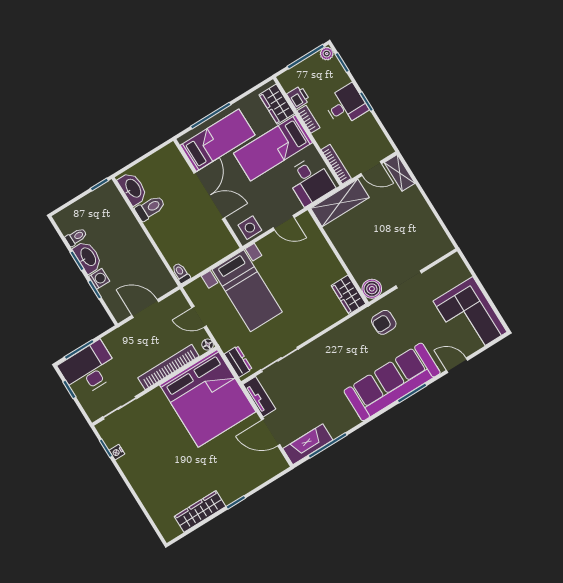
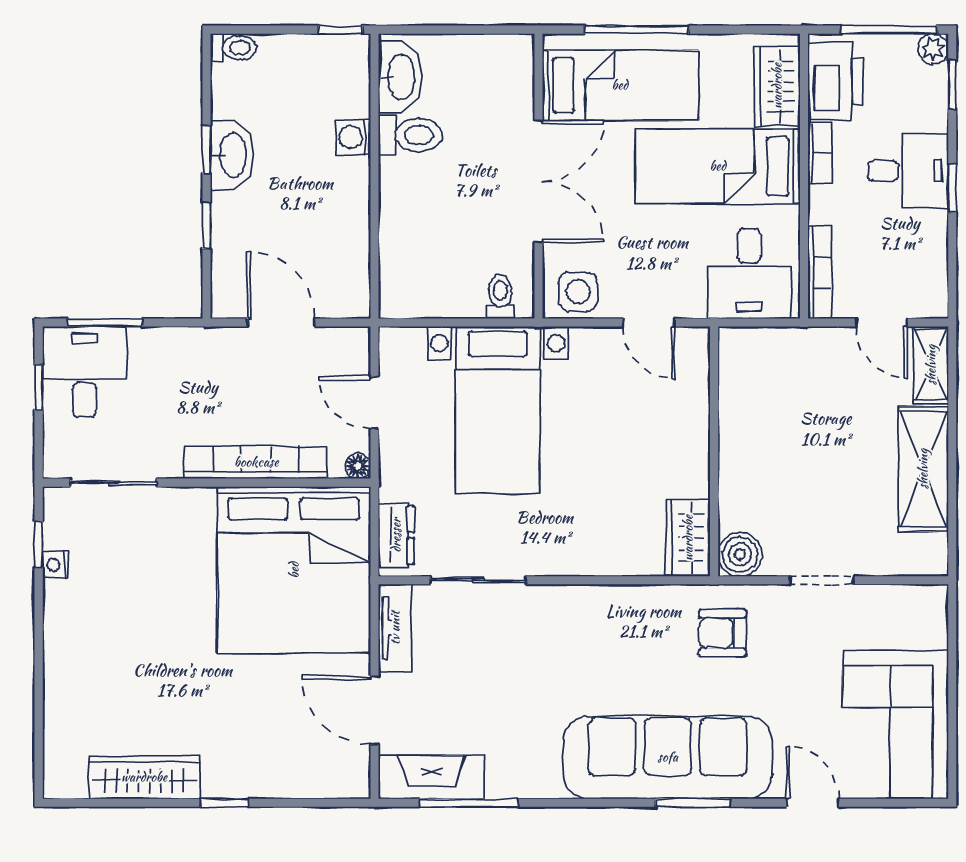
printer: (298, 97) -> (836, 81), width x1.87, depth x1.48
shelving: (340, 203) -> (923, 469), moved, turned 90
toilet: (76, 237) -> (234, 48), moved
toilet: (181, 273) -> (500, 296), moved
washing machine: (99, 279) -> (353, 137), moved, turned 180
desk: (89, 369) -> (85, 372), width x0.73

